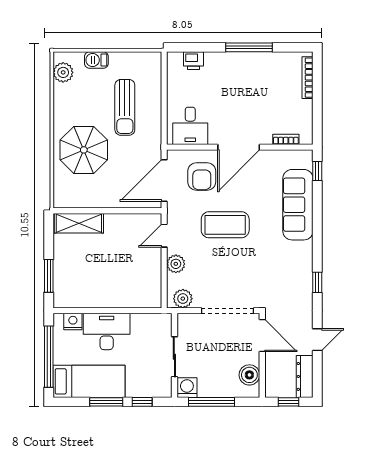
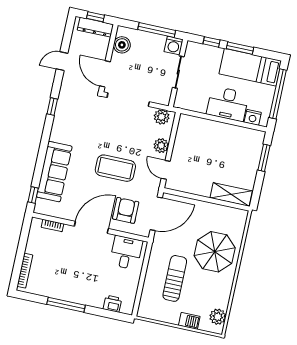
door: (164, 236) -> (166, 170), swing flipped
dresser: (305, 376) -> (95, 27), moved, turned 90

